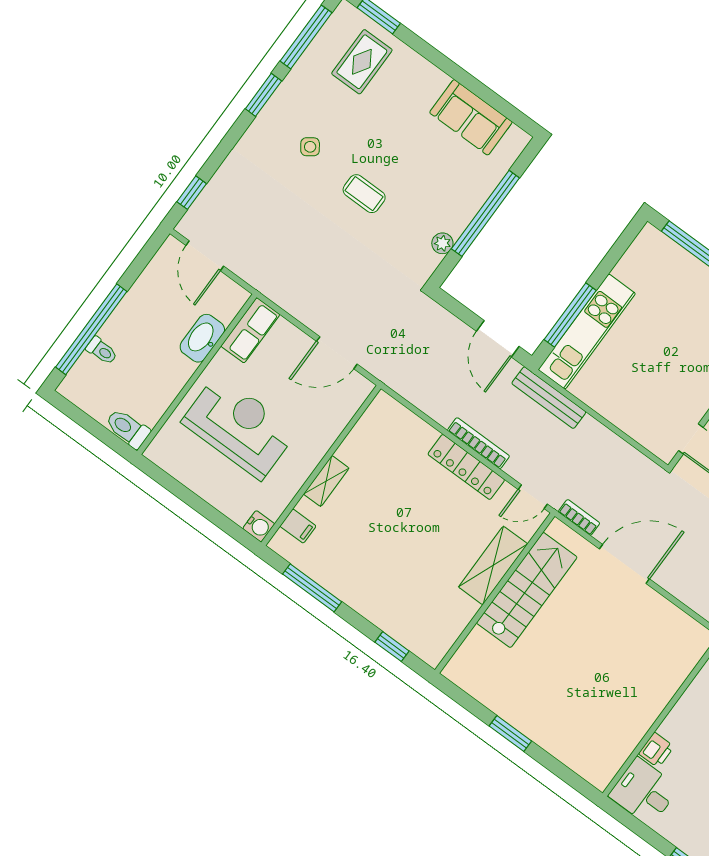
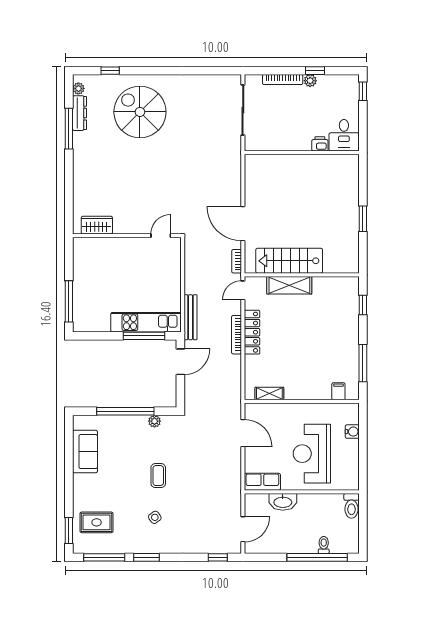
shelving: (326, 481) -> (269, 394), moved
door: (533, 497) -> (243, 290), swing flipped
water cooler: (259, 526) -> (352, 432), moved, turned 90

